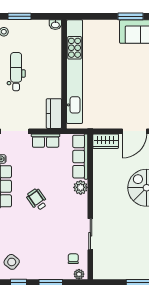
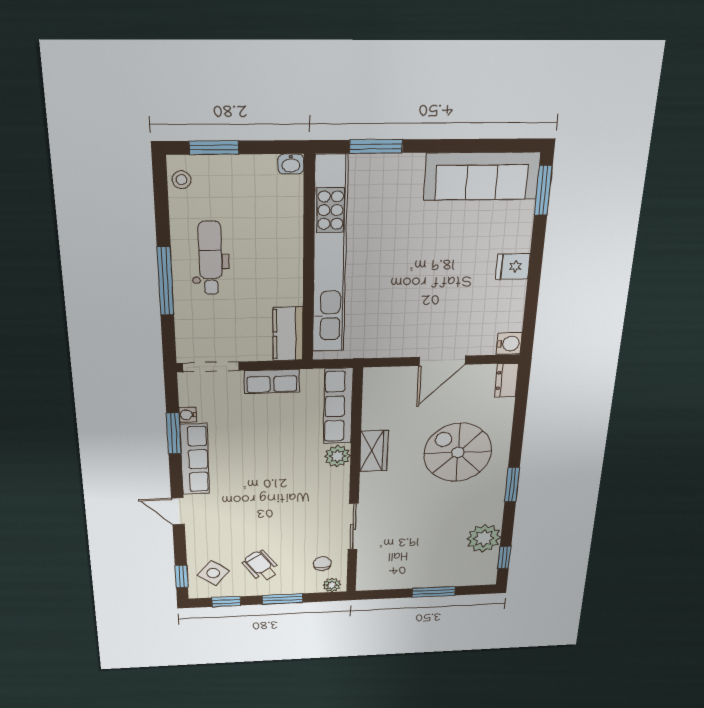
window: (130, 16) -> (376, 146), moved
wardrobe: (106, 141) -> (374, 451), moved, turned -90
wheelchair: (37, 200) -> (261, 566), moved

